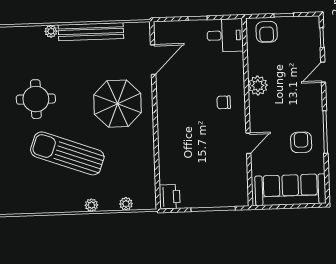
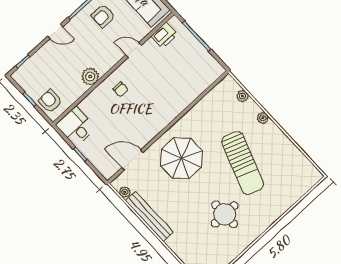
plant: (51, 31) -> (125, 192), moved
armchair: (267, 32) -> (50, 101), turned -90
door: (323, 72) -> (55, 31), moved
printer: (170, 197) -> (164, 35), moved, turned 180

